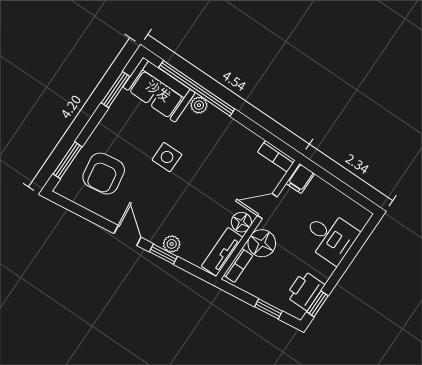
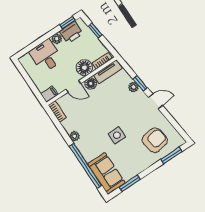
plant: (199, 105) -> (74, 136), moved
door: (127, 235) -> (156, 101), swing flipped
plant: (324, 271) -> (57, 39), added

